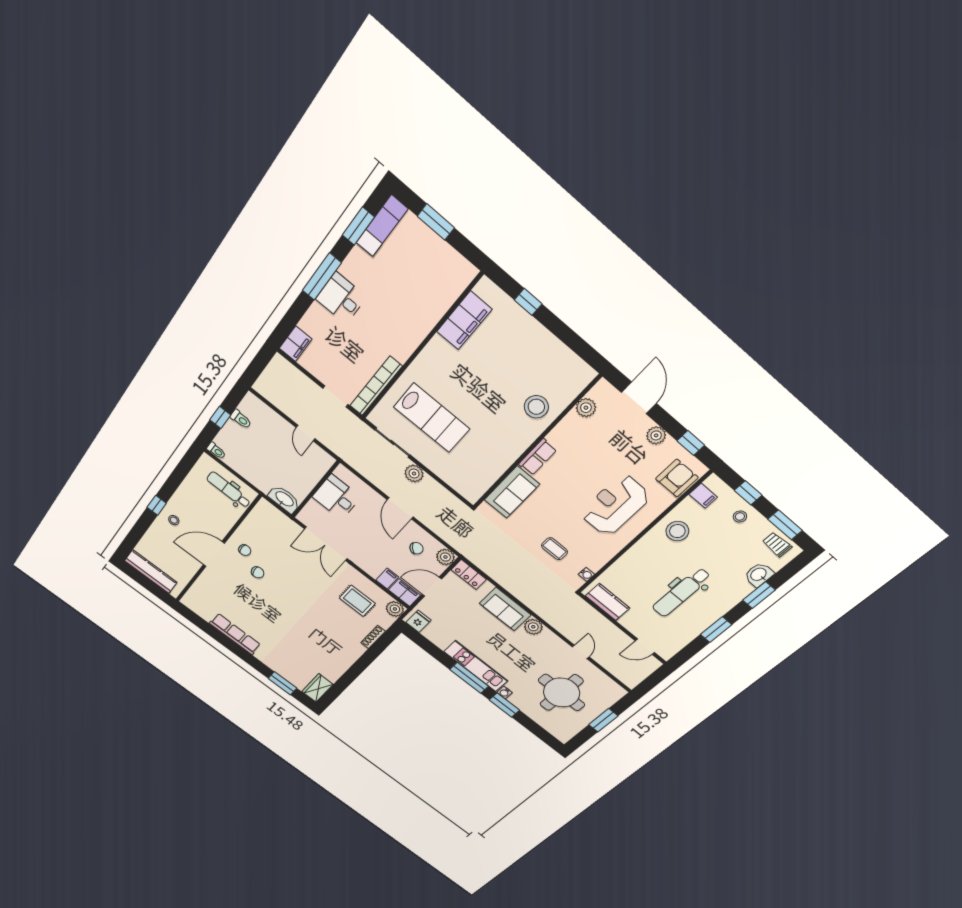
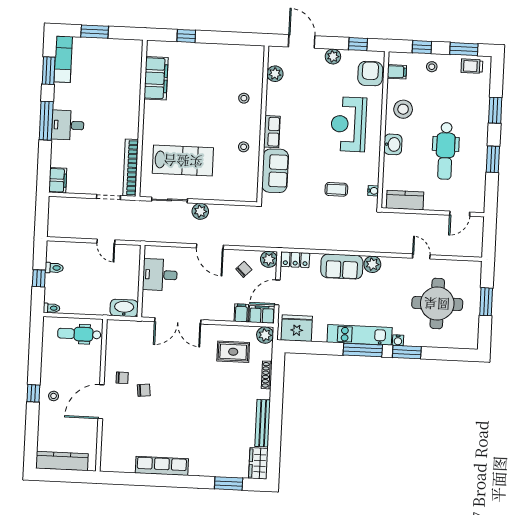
stool: (536, 407) -> (244, 98), width x0.53, depth x0.53
stool: (500, 450) -> (244, 147), added
washbasin: (759, 575) -> (393, 144), moved, turned 180
fridge: (418, 621) -> (297, 328), width x1.88, depth x1.34
bench: (342, 665) -> (263, 423), added

